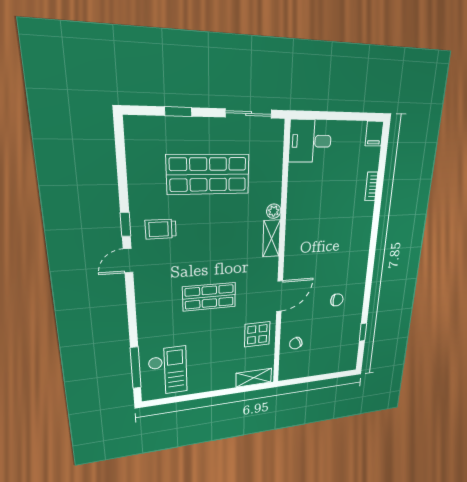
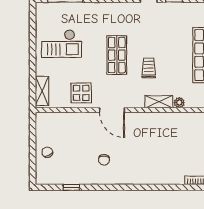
trolley: (161, 229) -> (149, 68), moved
chair: (296, 343) -> (47, 152), moved
checkout: (168, 371) -> (62, 44), moved

